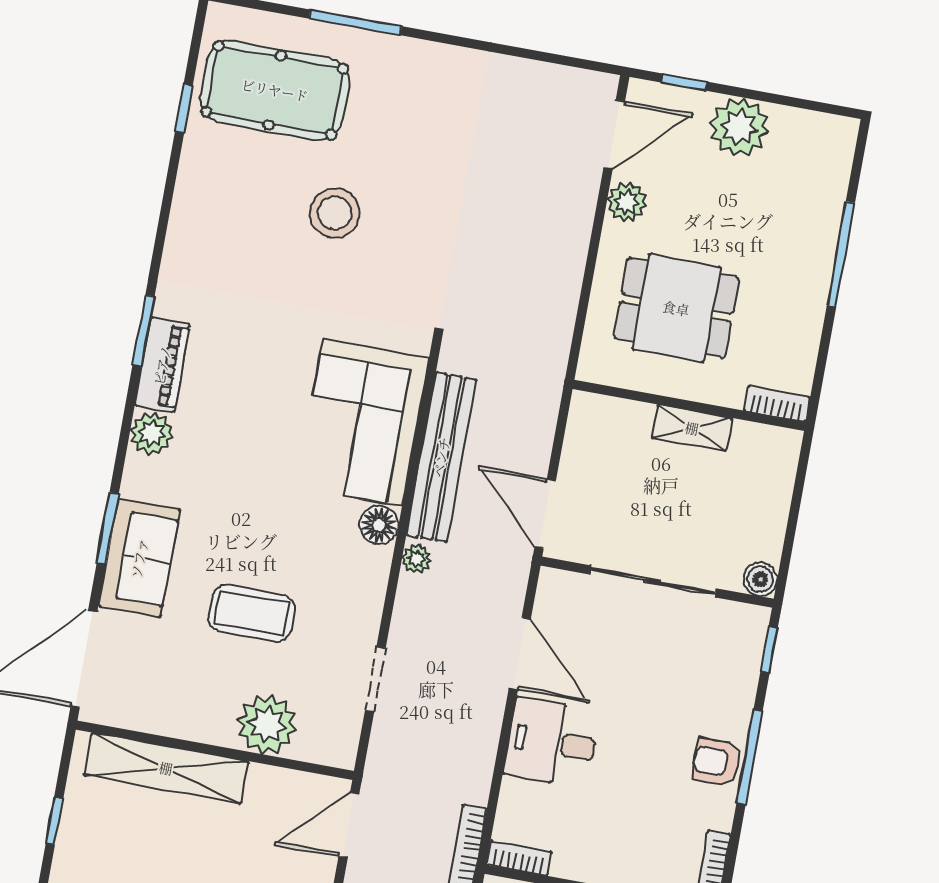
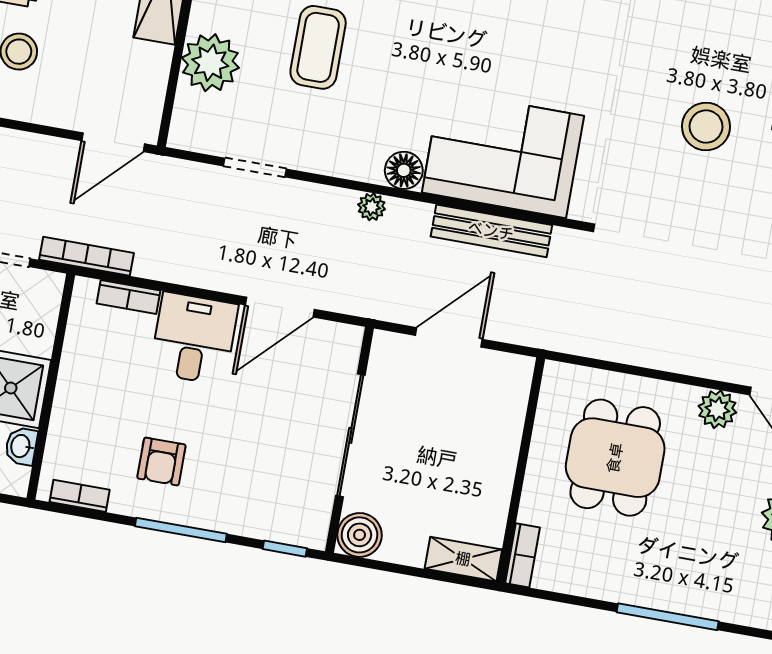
shelving: (692, 428) -> (463, 559), moved, turned 90
bench: (441, 457) -> (491, 231), width x0.73, depth x0.82
door: (545, 514) -> (449, 337), moved
boiler: (760, 579) -> (360, 535), width x1.36, depth x1.36
armchair: (717, 762) -> (161, 462), moved, turned 180
door: (349, 825) -> (113, 142), swing flipped
bookcase: (519, 858) -> (129, 297), moved, turned 90

